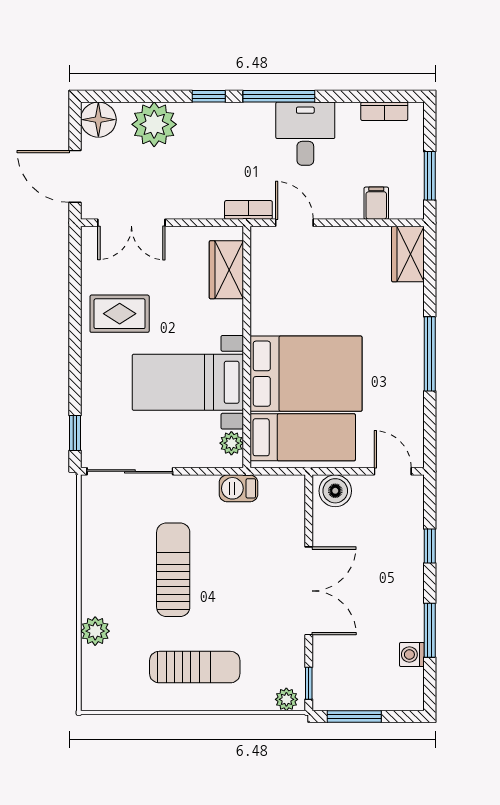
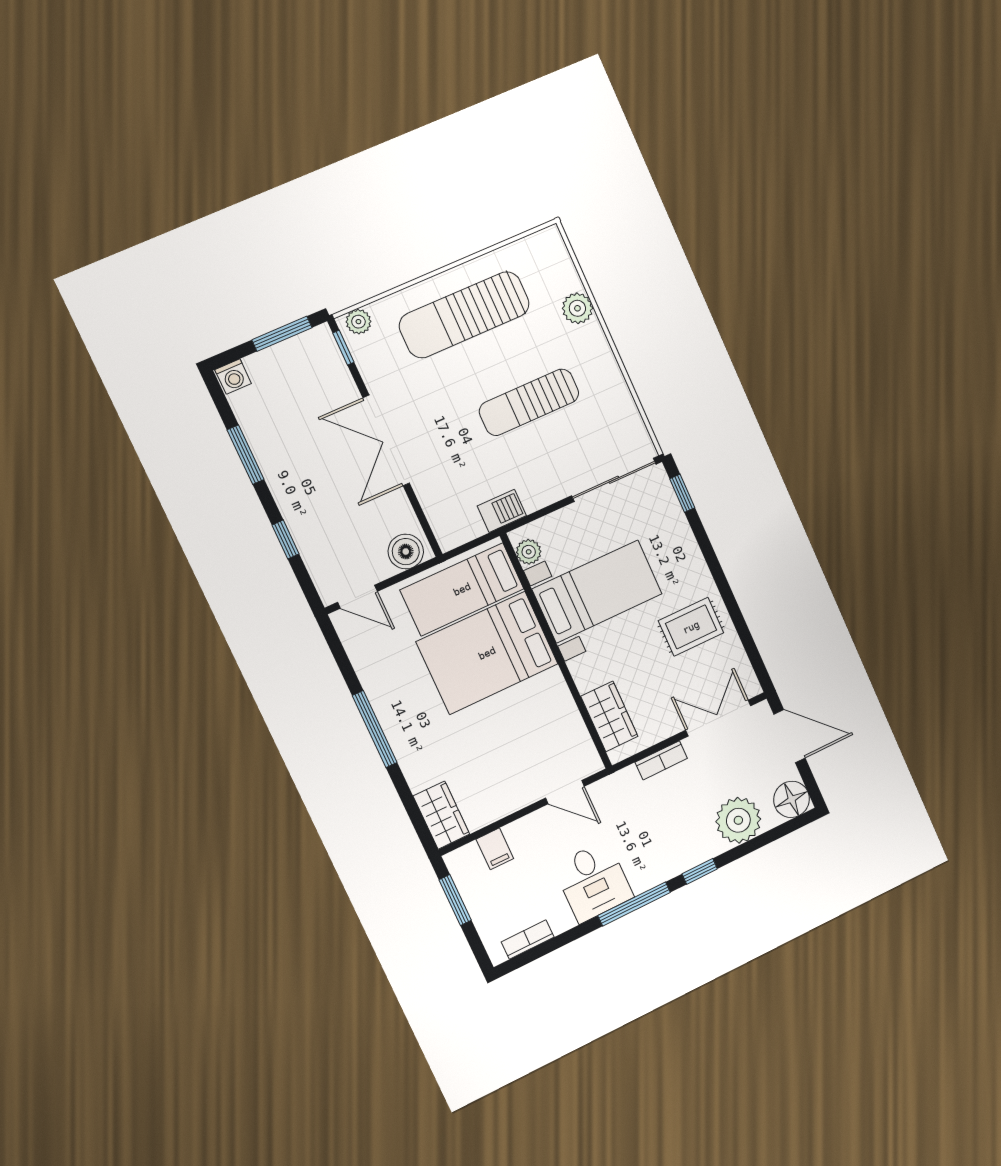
bookcase: (248, 210) -> (661, 760), moved
sun lounger: (173, 570) -> (529, 402), turned 90
washing machine: (412, 654) -> (233, 377), moved, turned 90
sun lounger: (195, 667) -> (464, 315), width x1.36, depth x1.34

